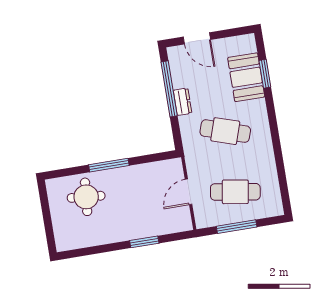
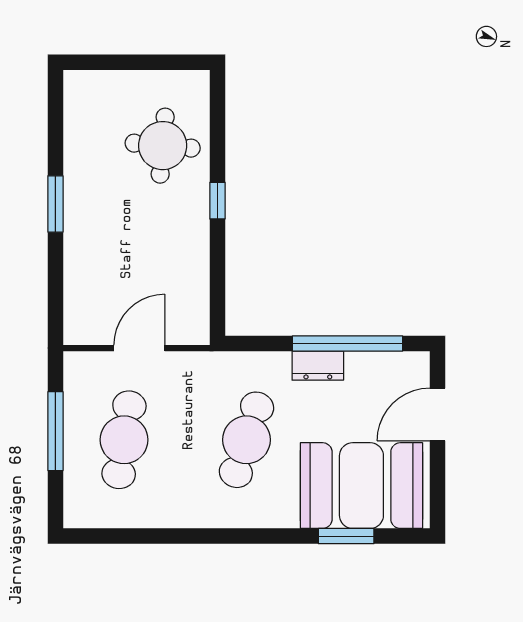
booth: (246, 77) -> (361, 486), width x1.36, depth x1.42
window: (109, 165) -> (217, 201), width x0.46
door: (189, 192) -> (139, 348), hinge flipped
window: (144, 242) -> (55, 204), moved

